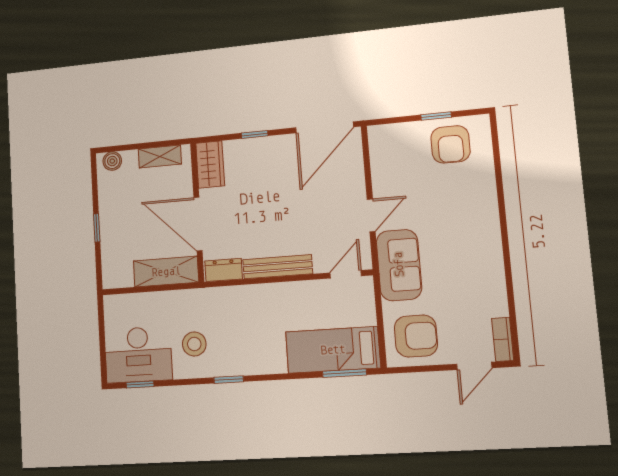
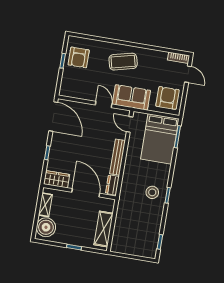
armchair: (450, 144) -> (79, 57), turned 90
boiler: (112, 161) -> (46, 227), width x1.86, depth x1.86
door: (198, 224) -> (86, 193), swing flipped
coffee table: (465, 232) -> (123, 62), added
shelving: (166, 272) -> (104, 229), moved
stool: (194, 344) -> (152, 192), moved
bed: (333, 350) -> (160, 139), width x1.50
desk: (138, 355) -> (145, 239), removed

